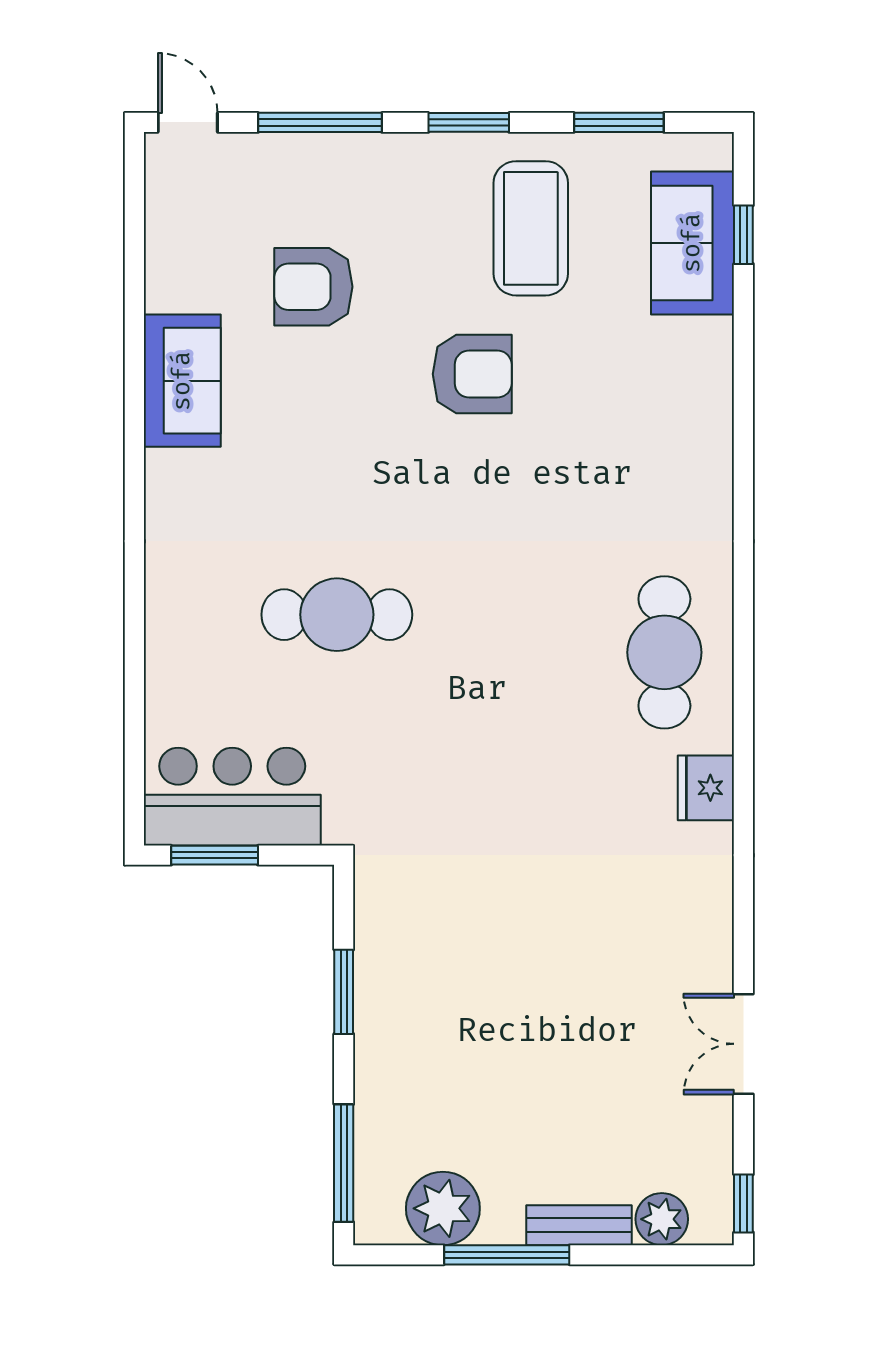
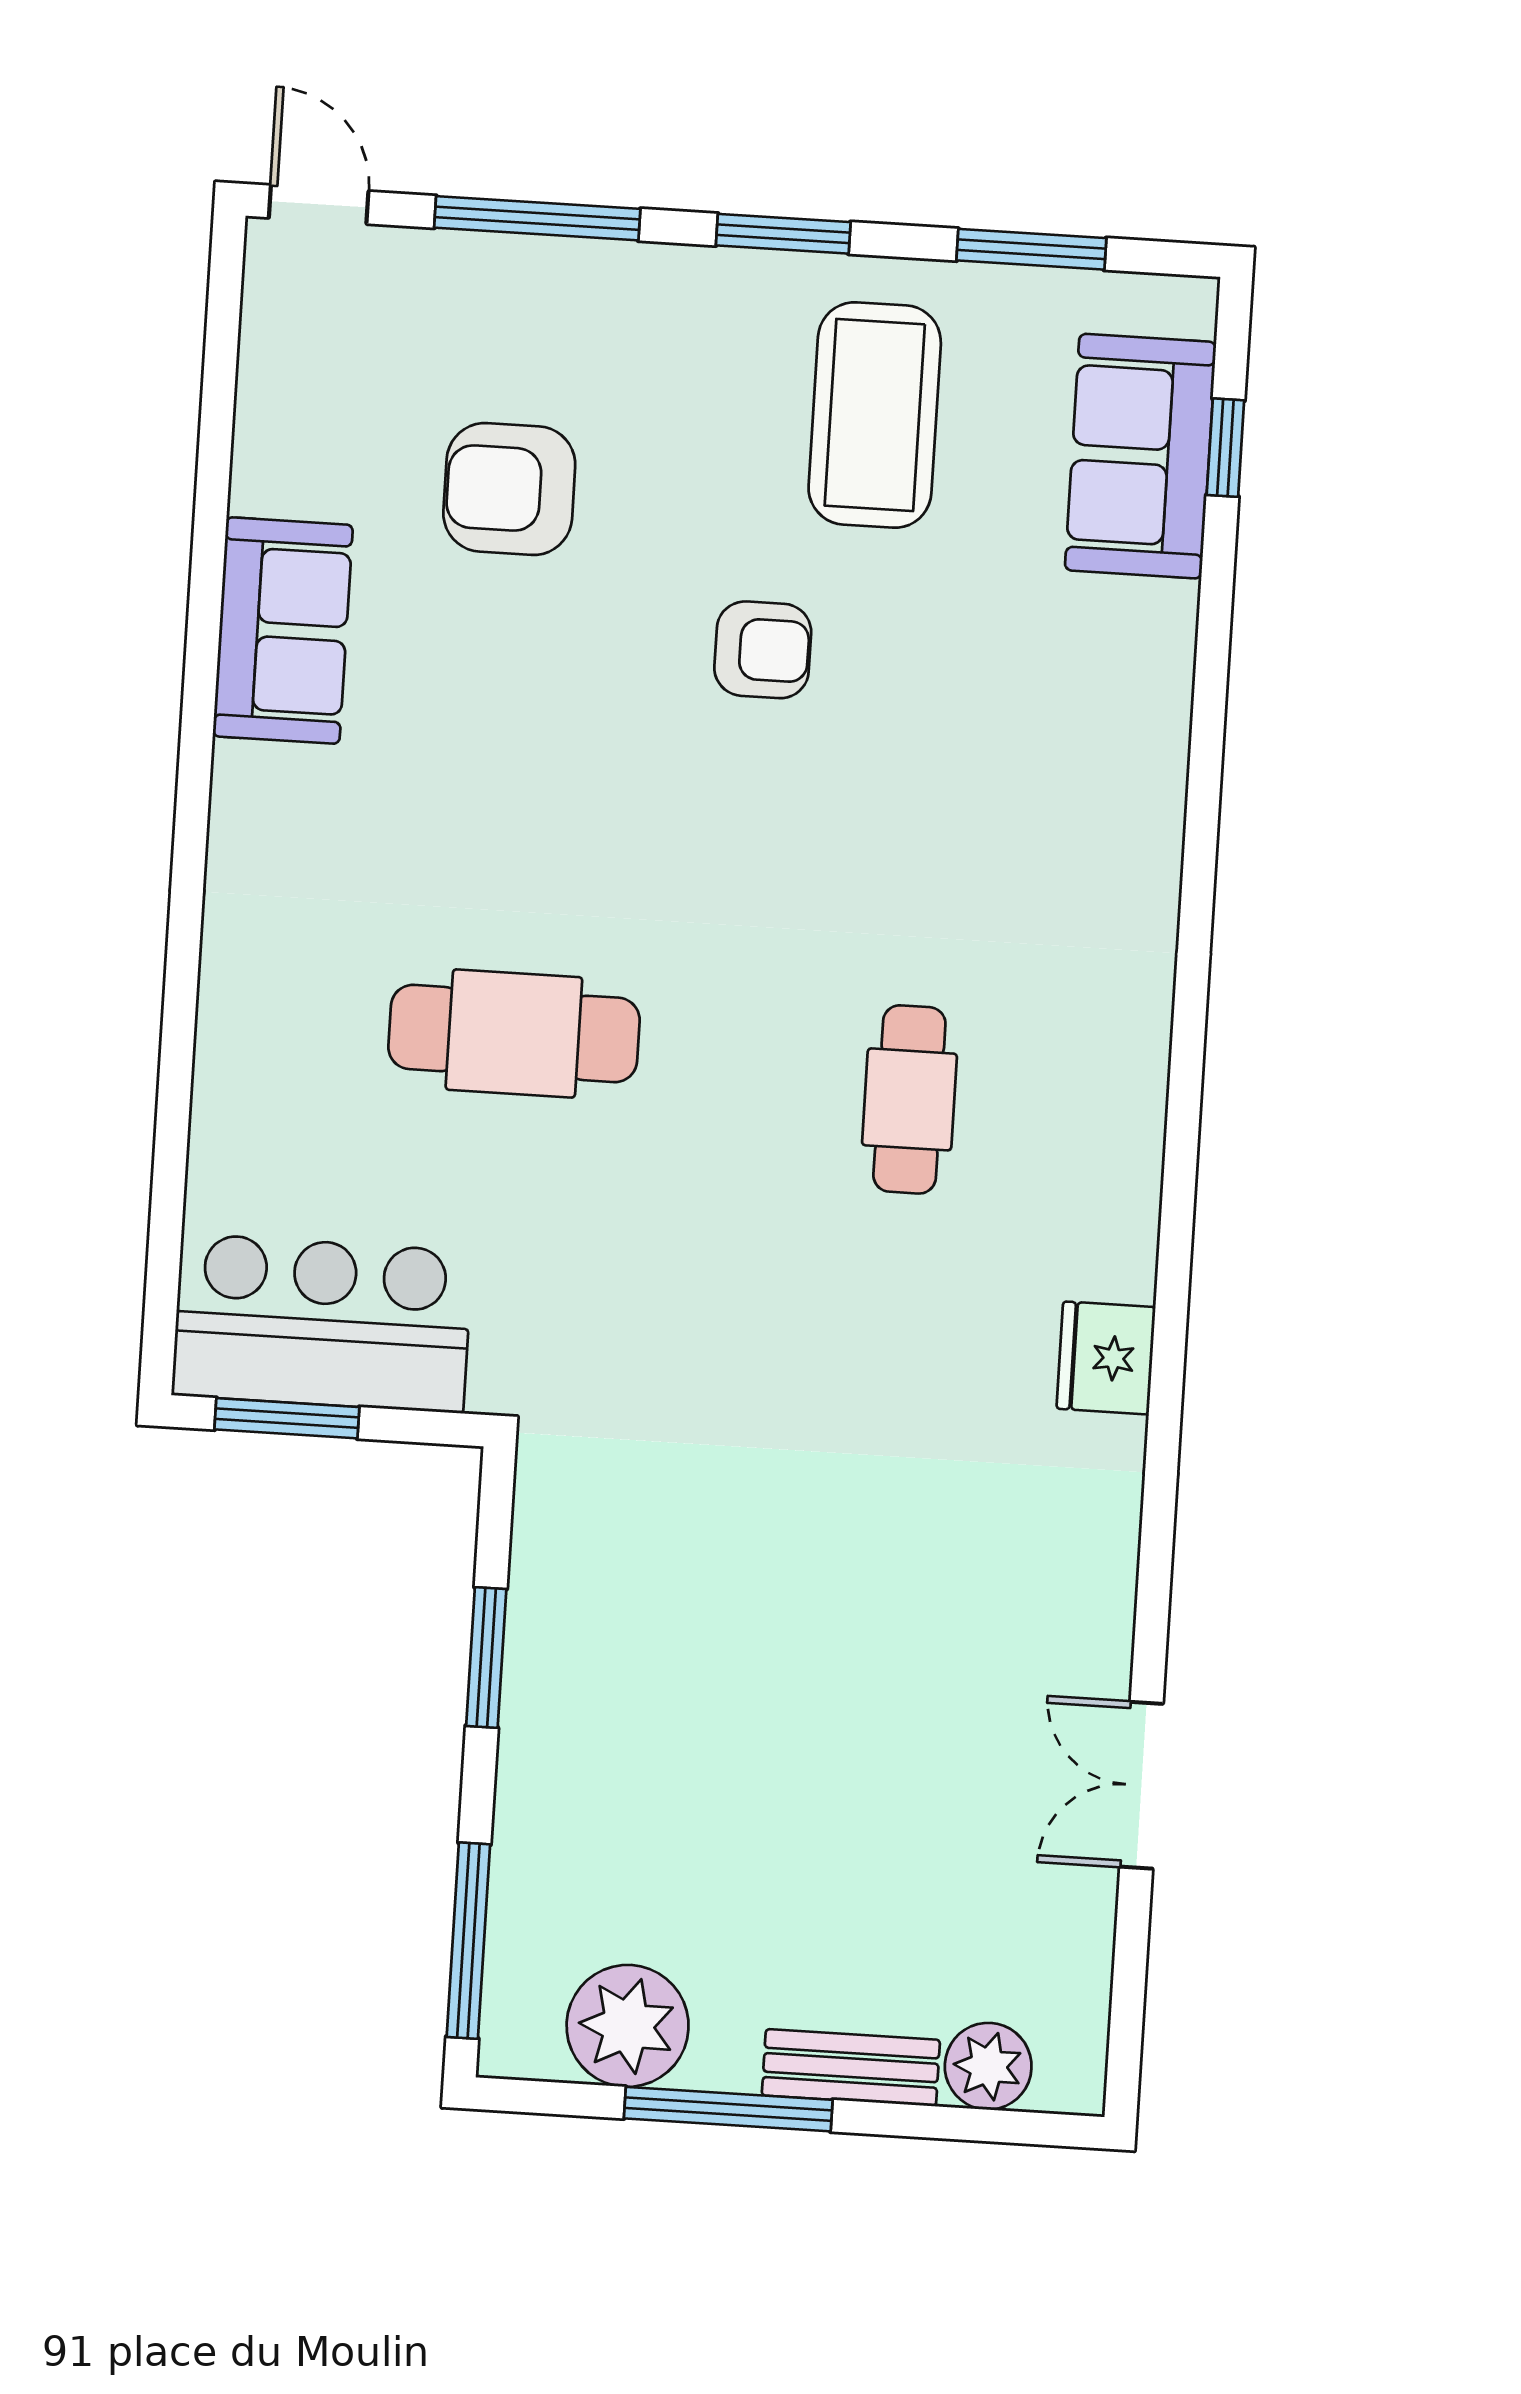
armchair: (472, 374) -> (763, 650), width x0.72, depth x0.72
cafe table: (664, 652) -> (909, 1099), moved, width x0.73, depth x0.74
window: (743, 1203) -> (1125, 2049), removed

